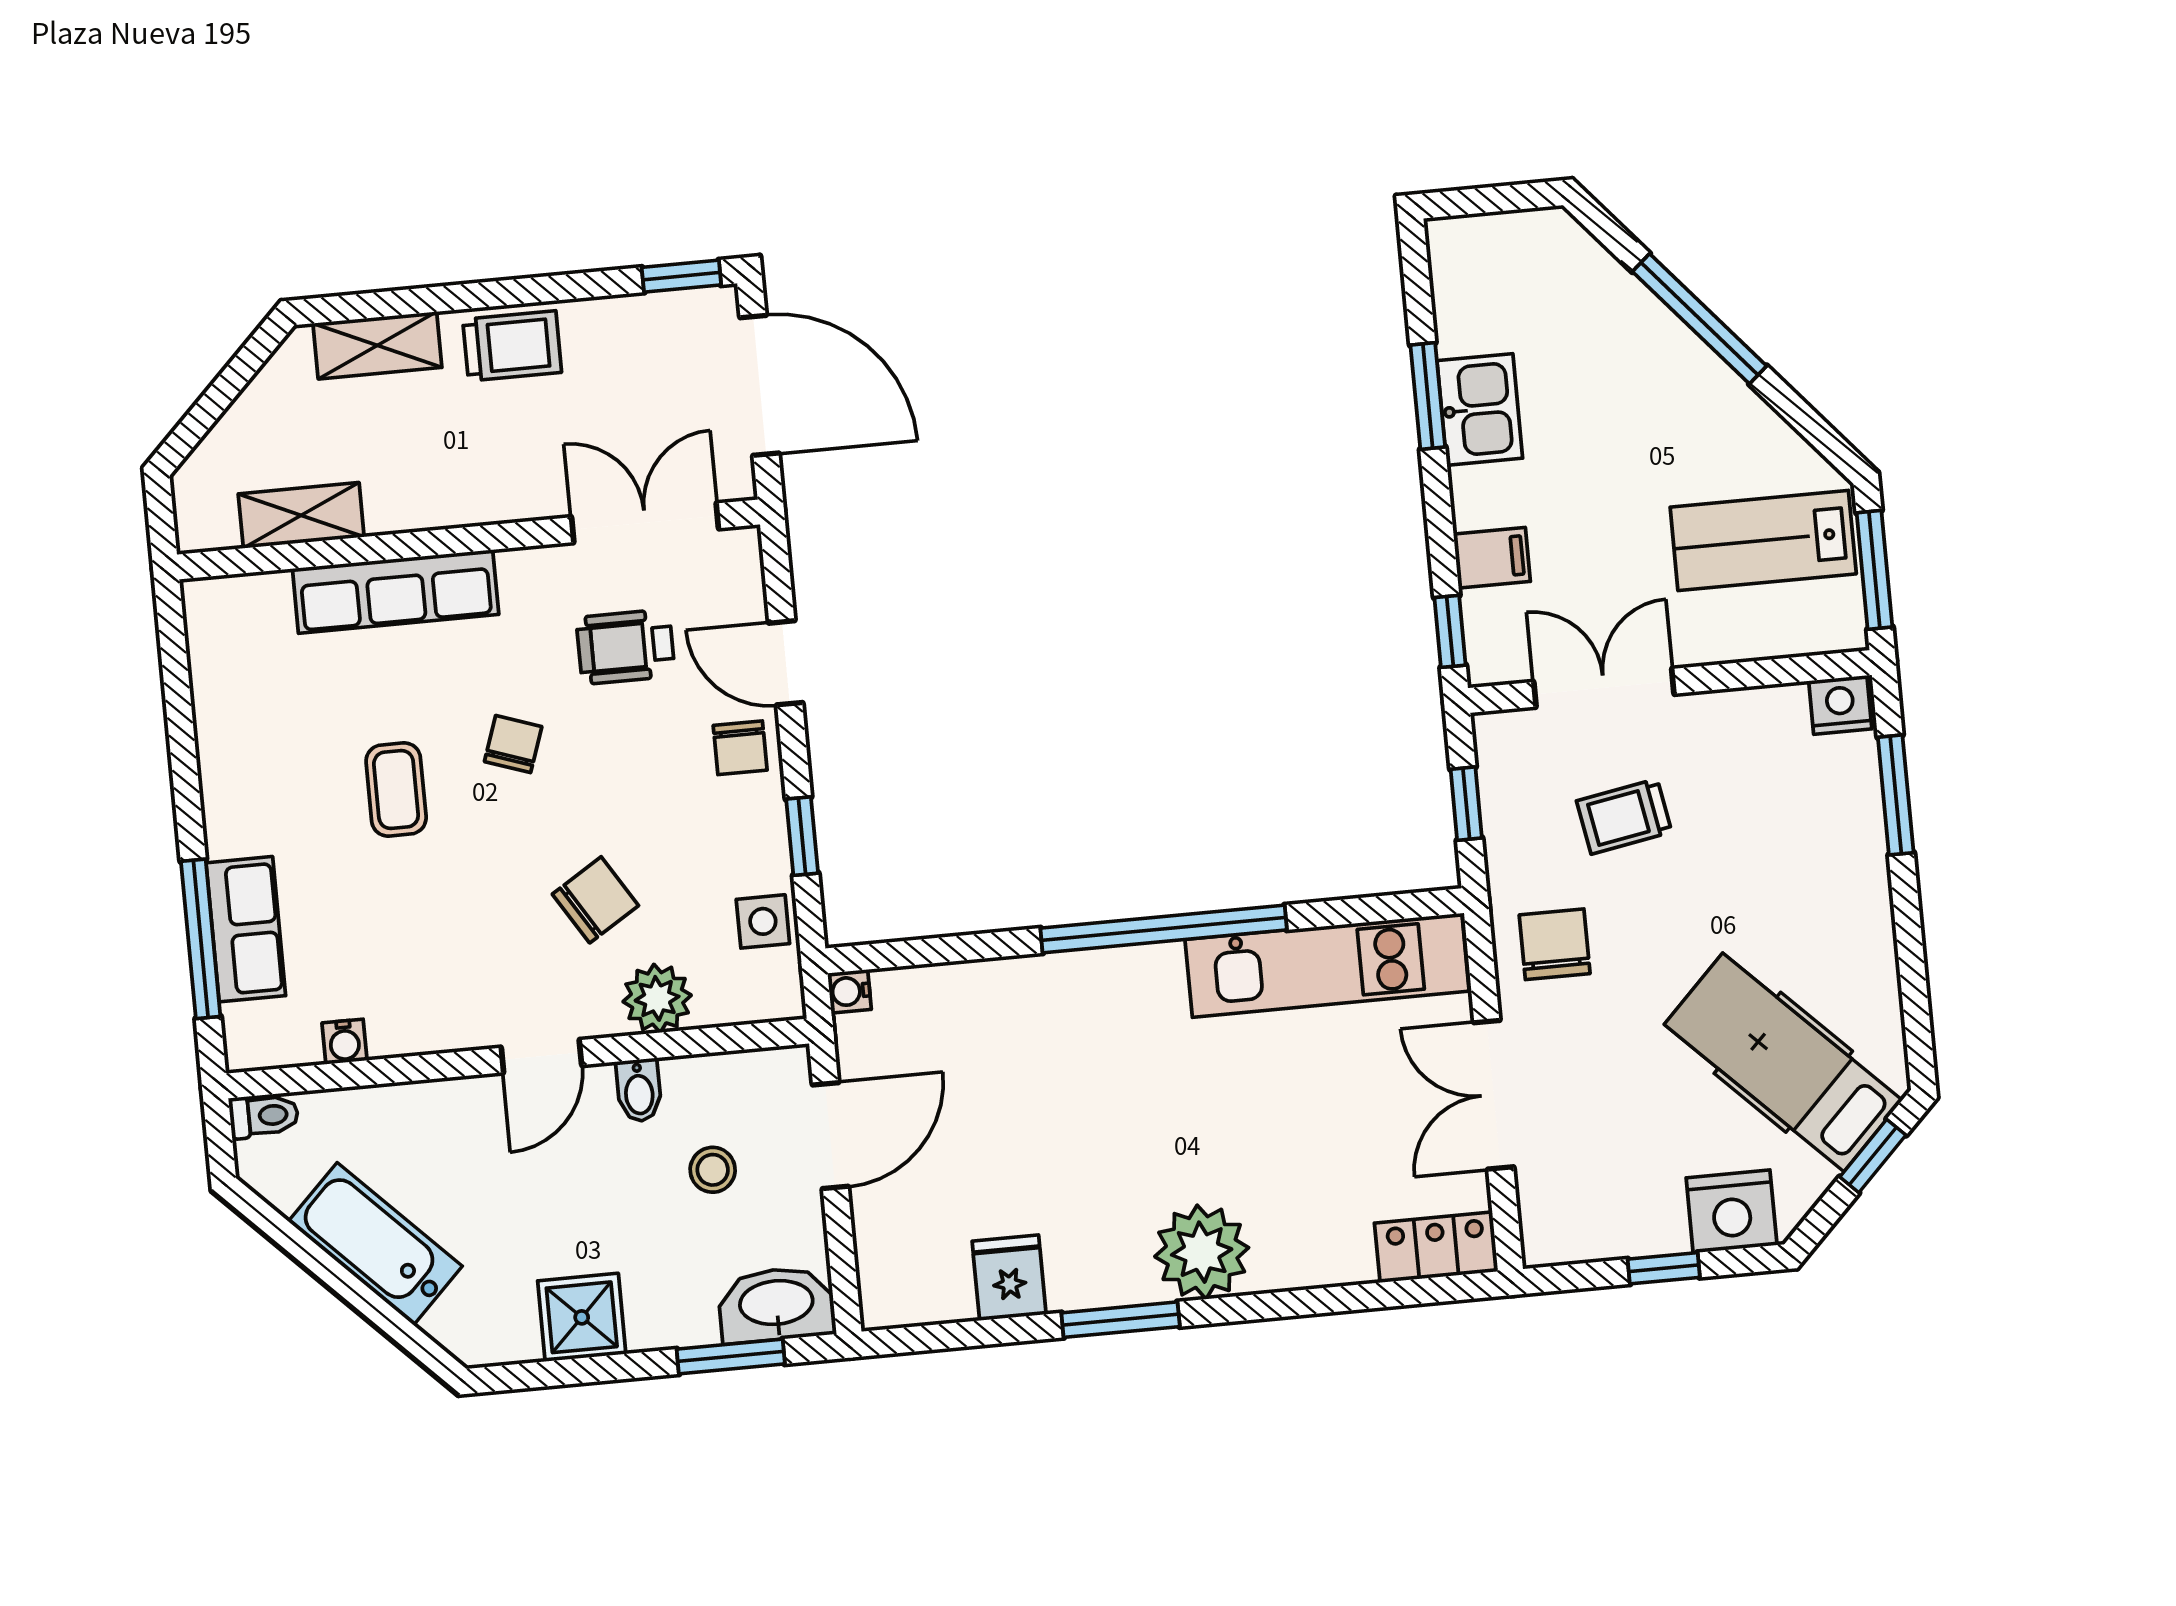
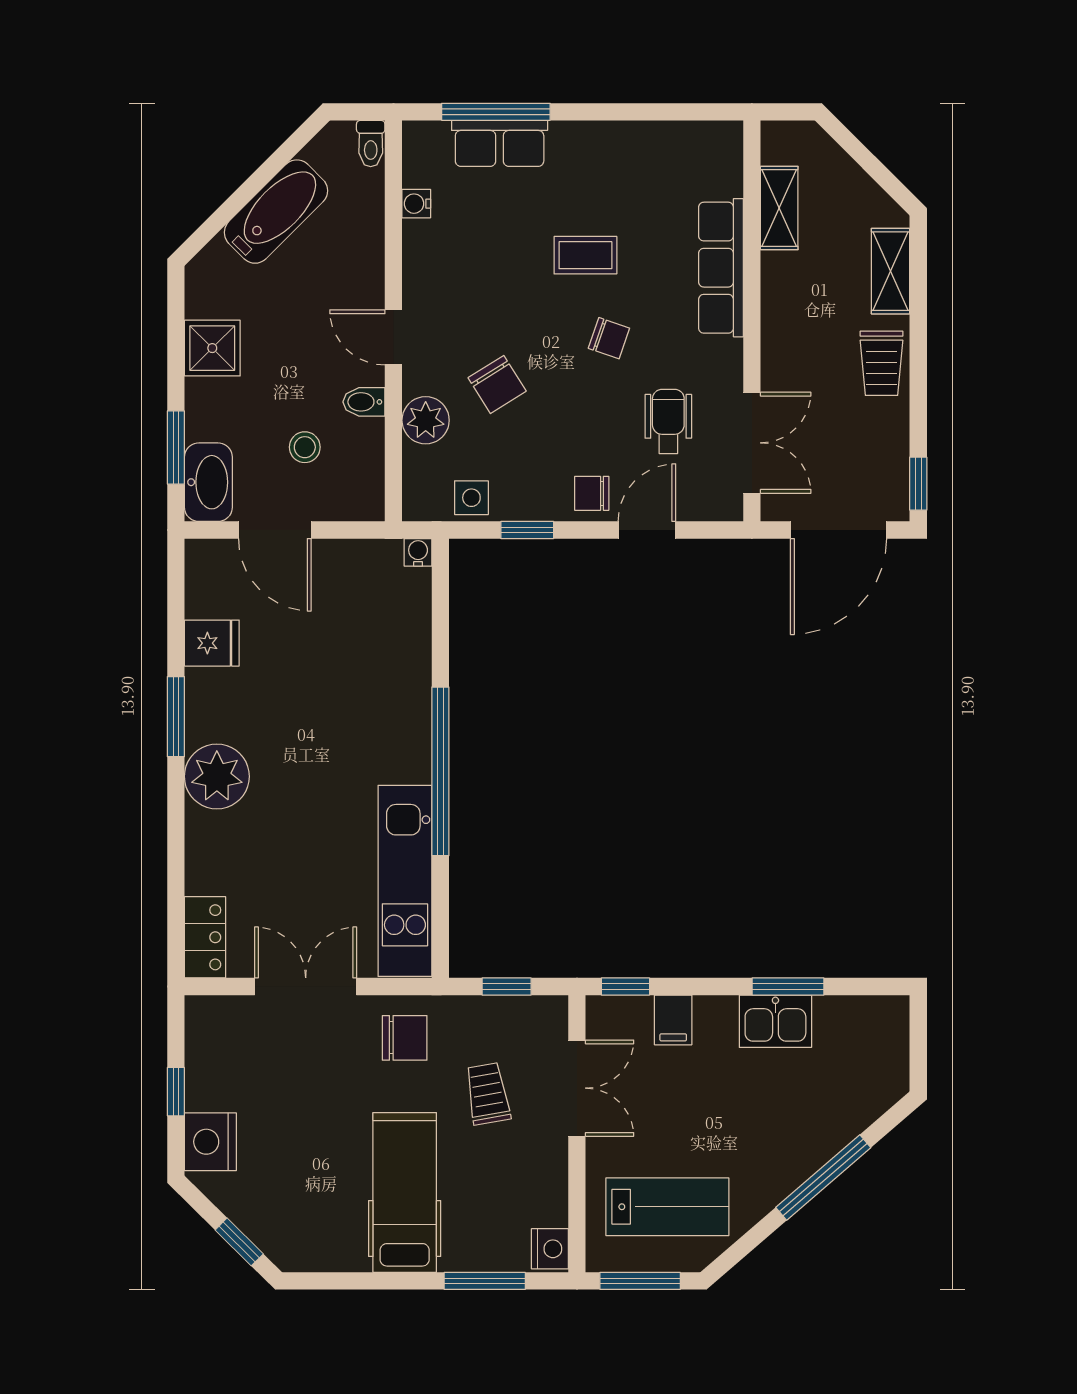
lab bench: (1763, 541) -> (667, 1207), turned 90
hospital bed: (1783, 1062) -> (405, 1193), moved, turned -45
door: (830, 1136) -> (275, 530), moved

